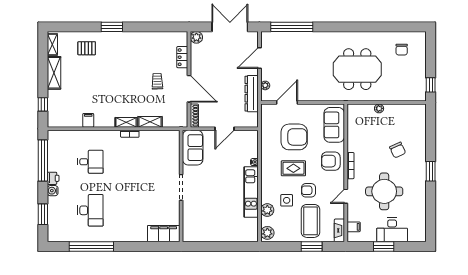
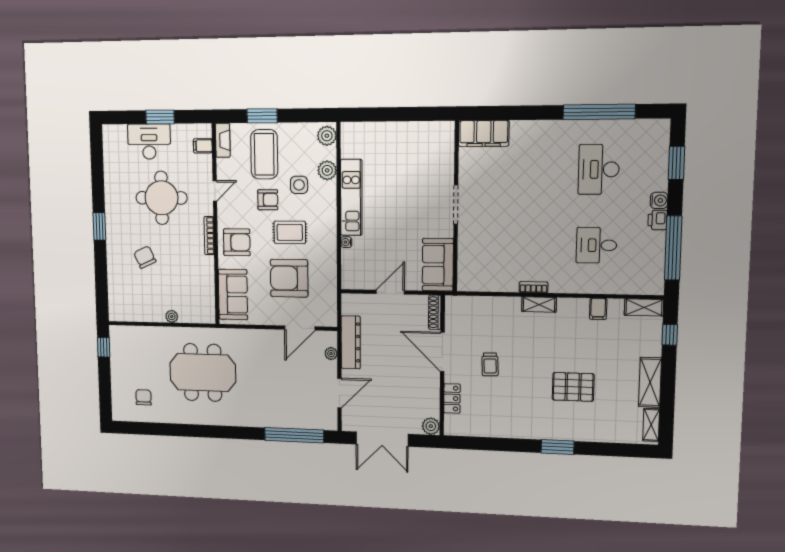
pallet: (87, 48) -> (573, 387), moved, width x1.50, depth x1.42
shelving: (150, 122) -> (644, 307), moved

